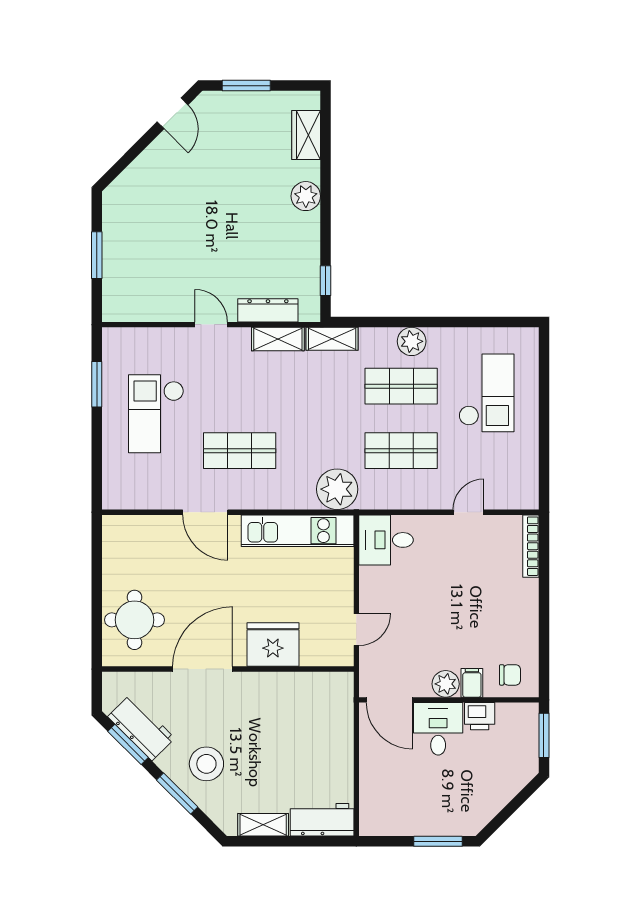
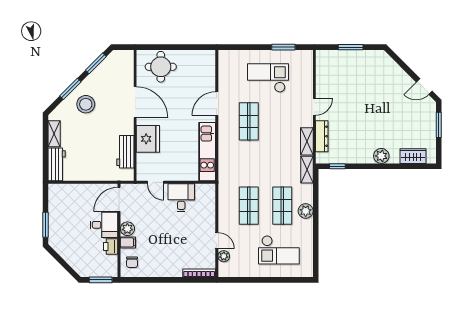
plant: (337, 489) -> (224, 256), moved, width x0.53, depth x0.53
desk: (386, 540) -> (181, 198), moved
workbench: (141, 727) -> (125, 152), moved, turned 135

